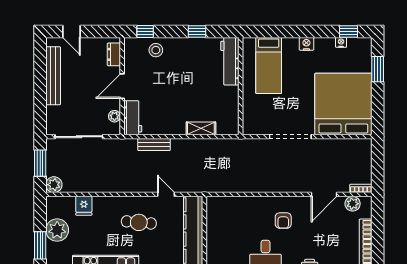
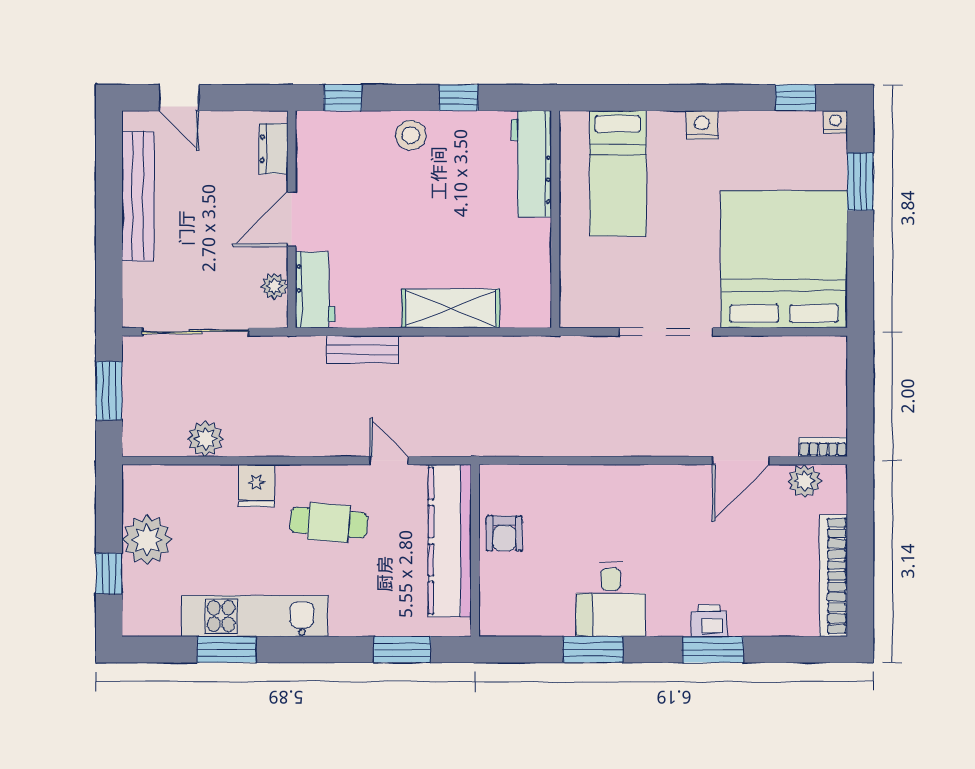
nightstand: (341, 42) -> (835, 122), moved
stool: (156, 50) -> (411, 135), moved
shelving: (201, 128) -> (451, 308), width x1.50, depth x1.33
plant: (54, 185) -> (205, 439), moved
fridge: (84, 206) -> (257, 486), moved
armchair: (283, 221) -> (504, 533), moved
window: (40, 245) -> (109, 574), width x0.67

